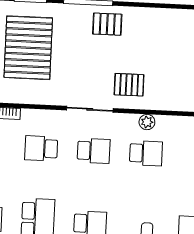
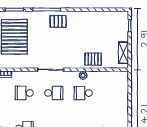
pallet: (129, 85) -> (93, 59), moved
school desk: (146, 153) -> (83, 93), turned 180

